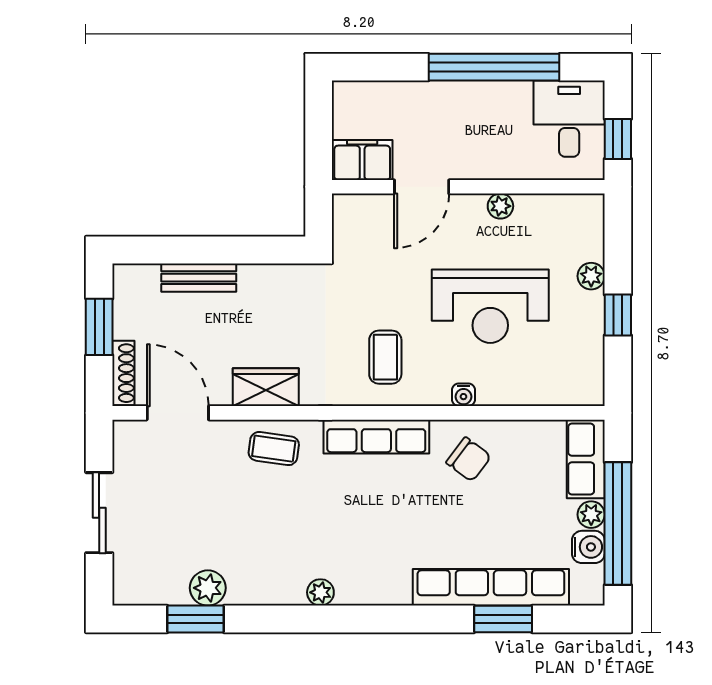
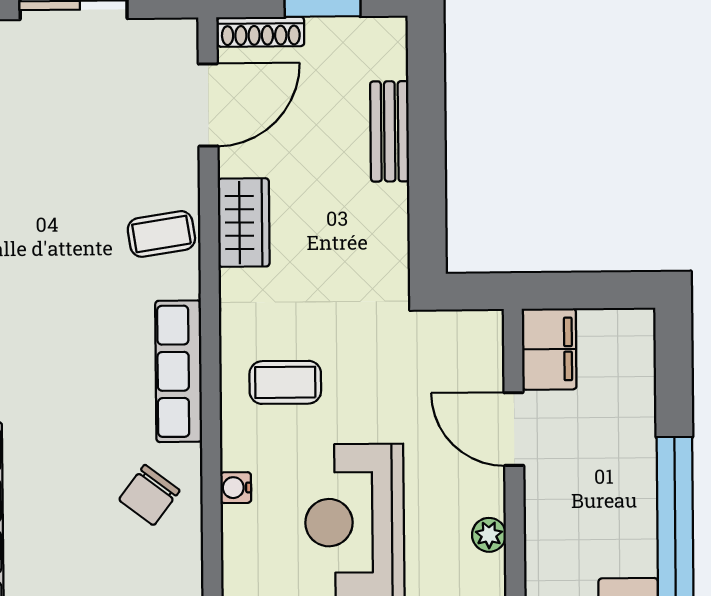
coffee table: (274, 449) -> (161, 234), turned 73

